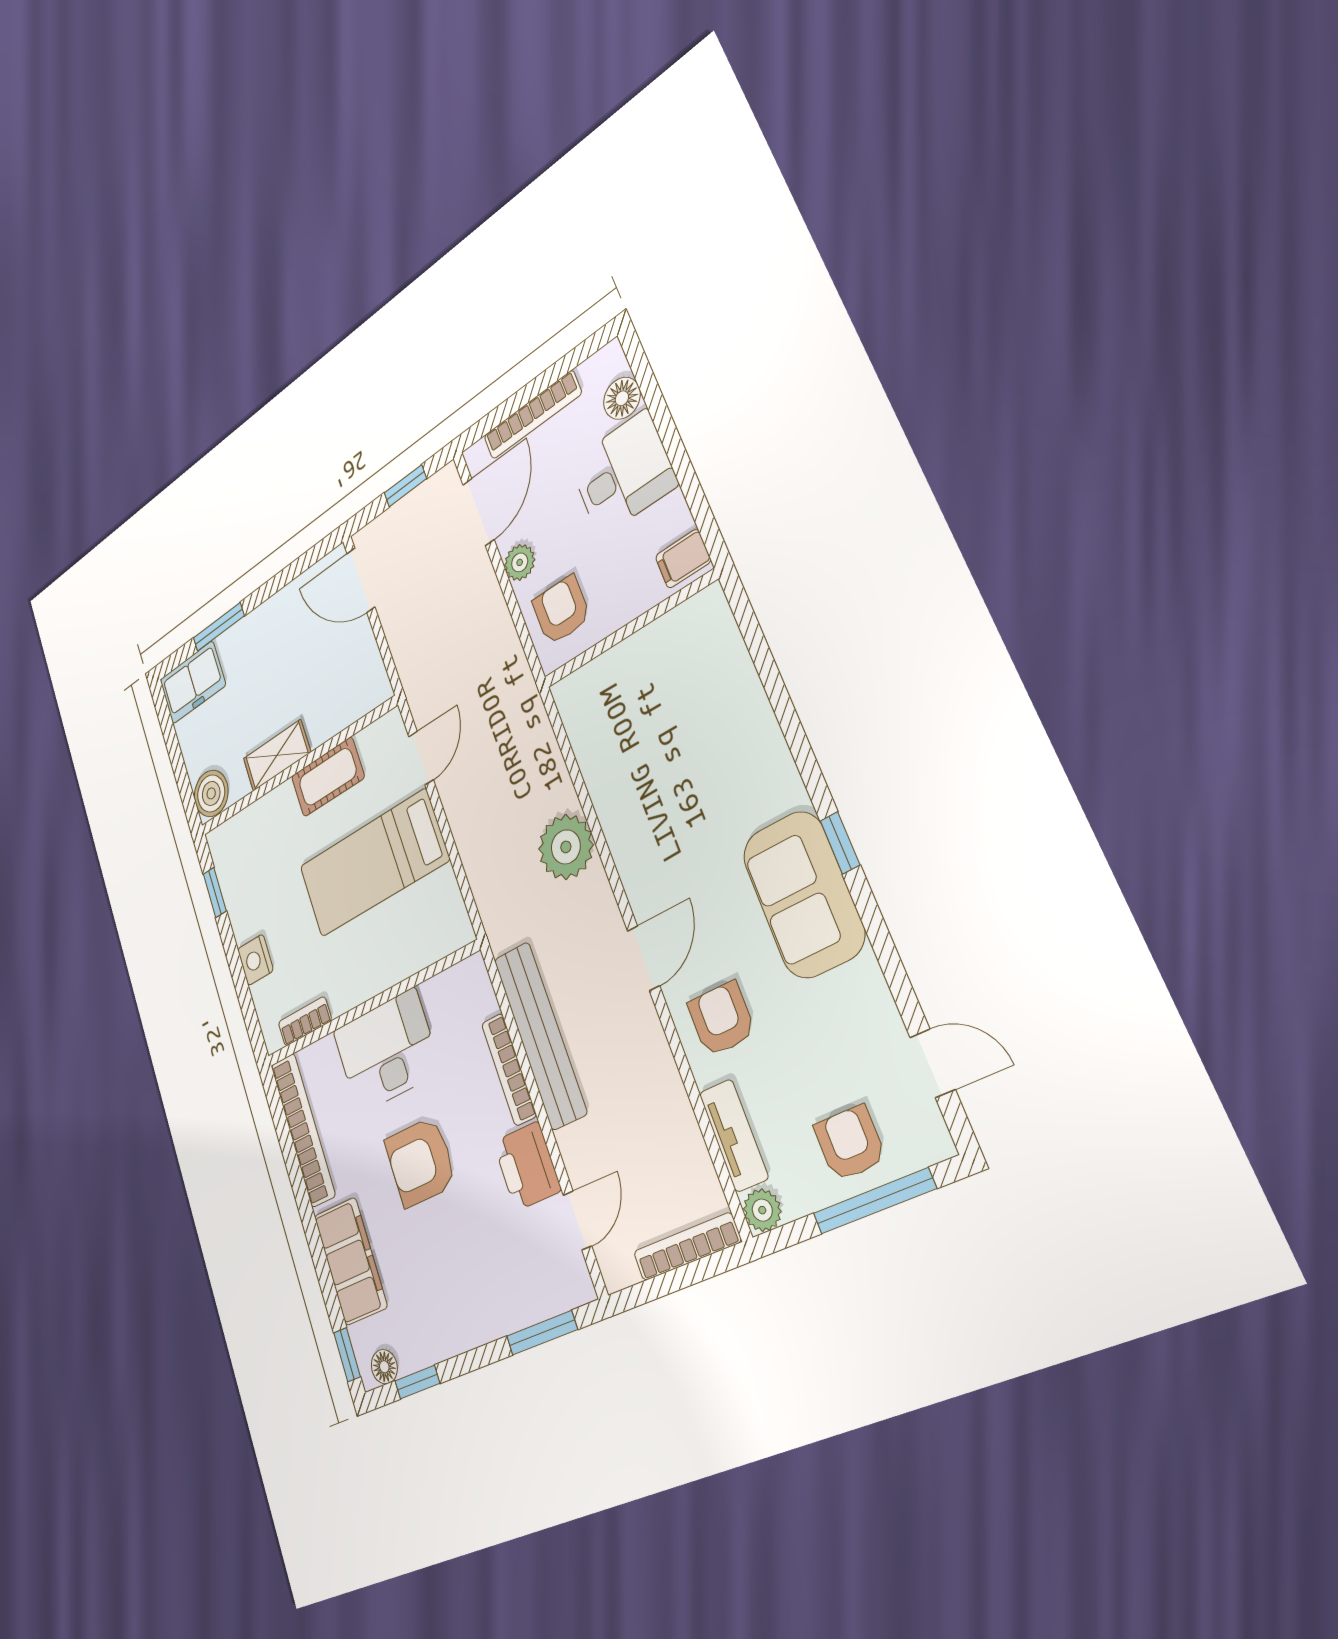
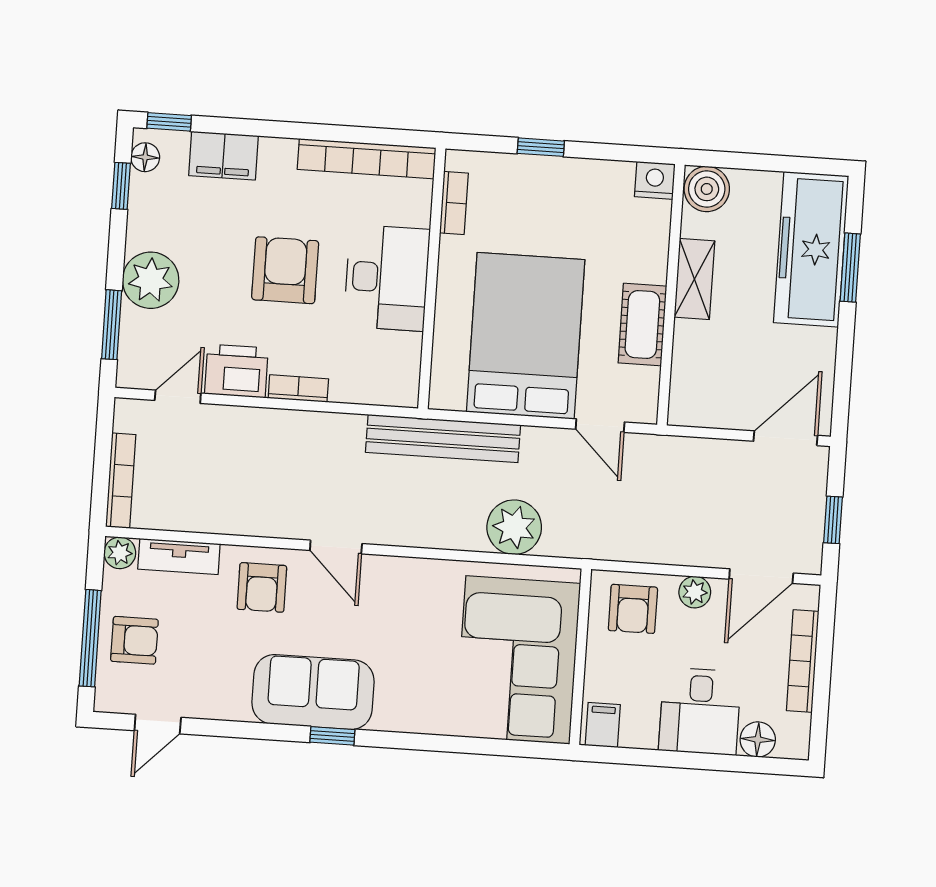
door: (478, 512) -> (761, 576), hinge flipped
armchair: (561, 610) -> (633, 609), turned 90
freezer: (193, 682) -> (811, 249), width x1.91, depth x1.26
corner sofa: (662, 691) -> (518, 660), added
plant: (566, 847) -> (514, 527), moved
bed: (373, 863) -> (526, 336), width x1.50
window: (215, 892) -> (541, 147), moved
nightstand: (255, 960) -> (655, 180), moved
armchair: (721, 1019) -> (262, 587), turned 90
bench: (540, 1035) -> (443, 439), moved
bookcase: (509, 1069) -> (298, 389), width x0.64
door: (577, 1221) -> (178, 397), swing flipped
filing cabinet: (350, 1261) -> (224, 156), width x0.67, depth x0.86
plant: (485, 1307) -> (151, 280), added

